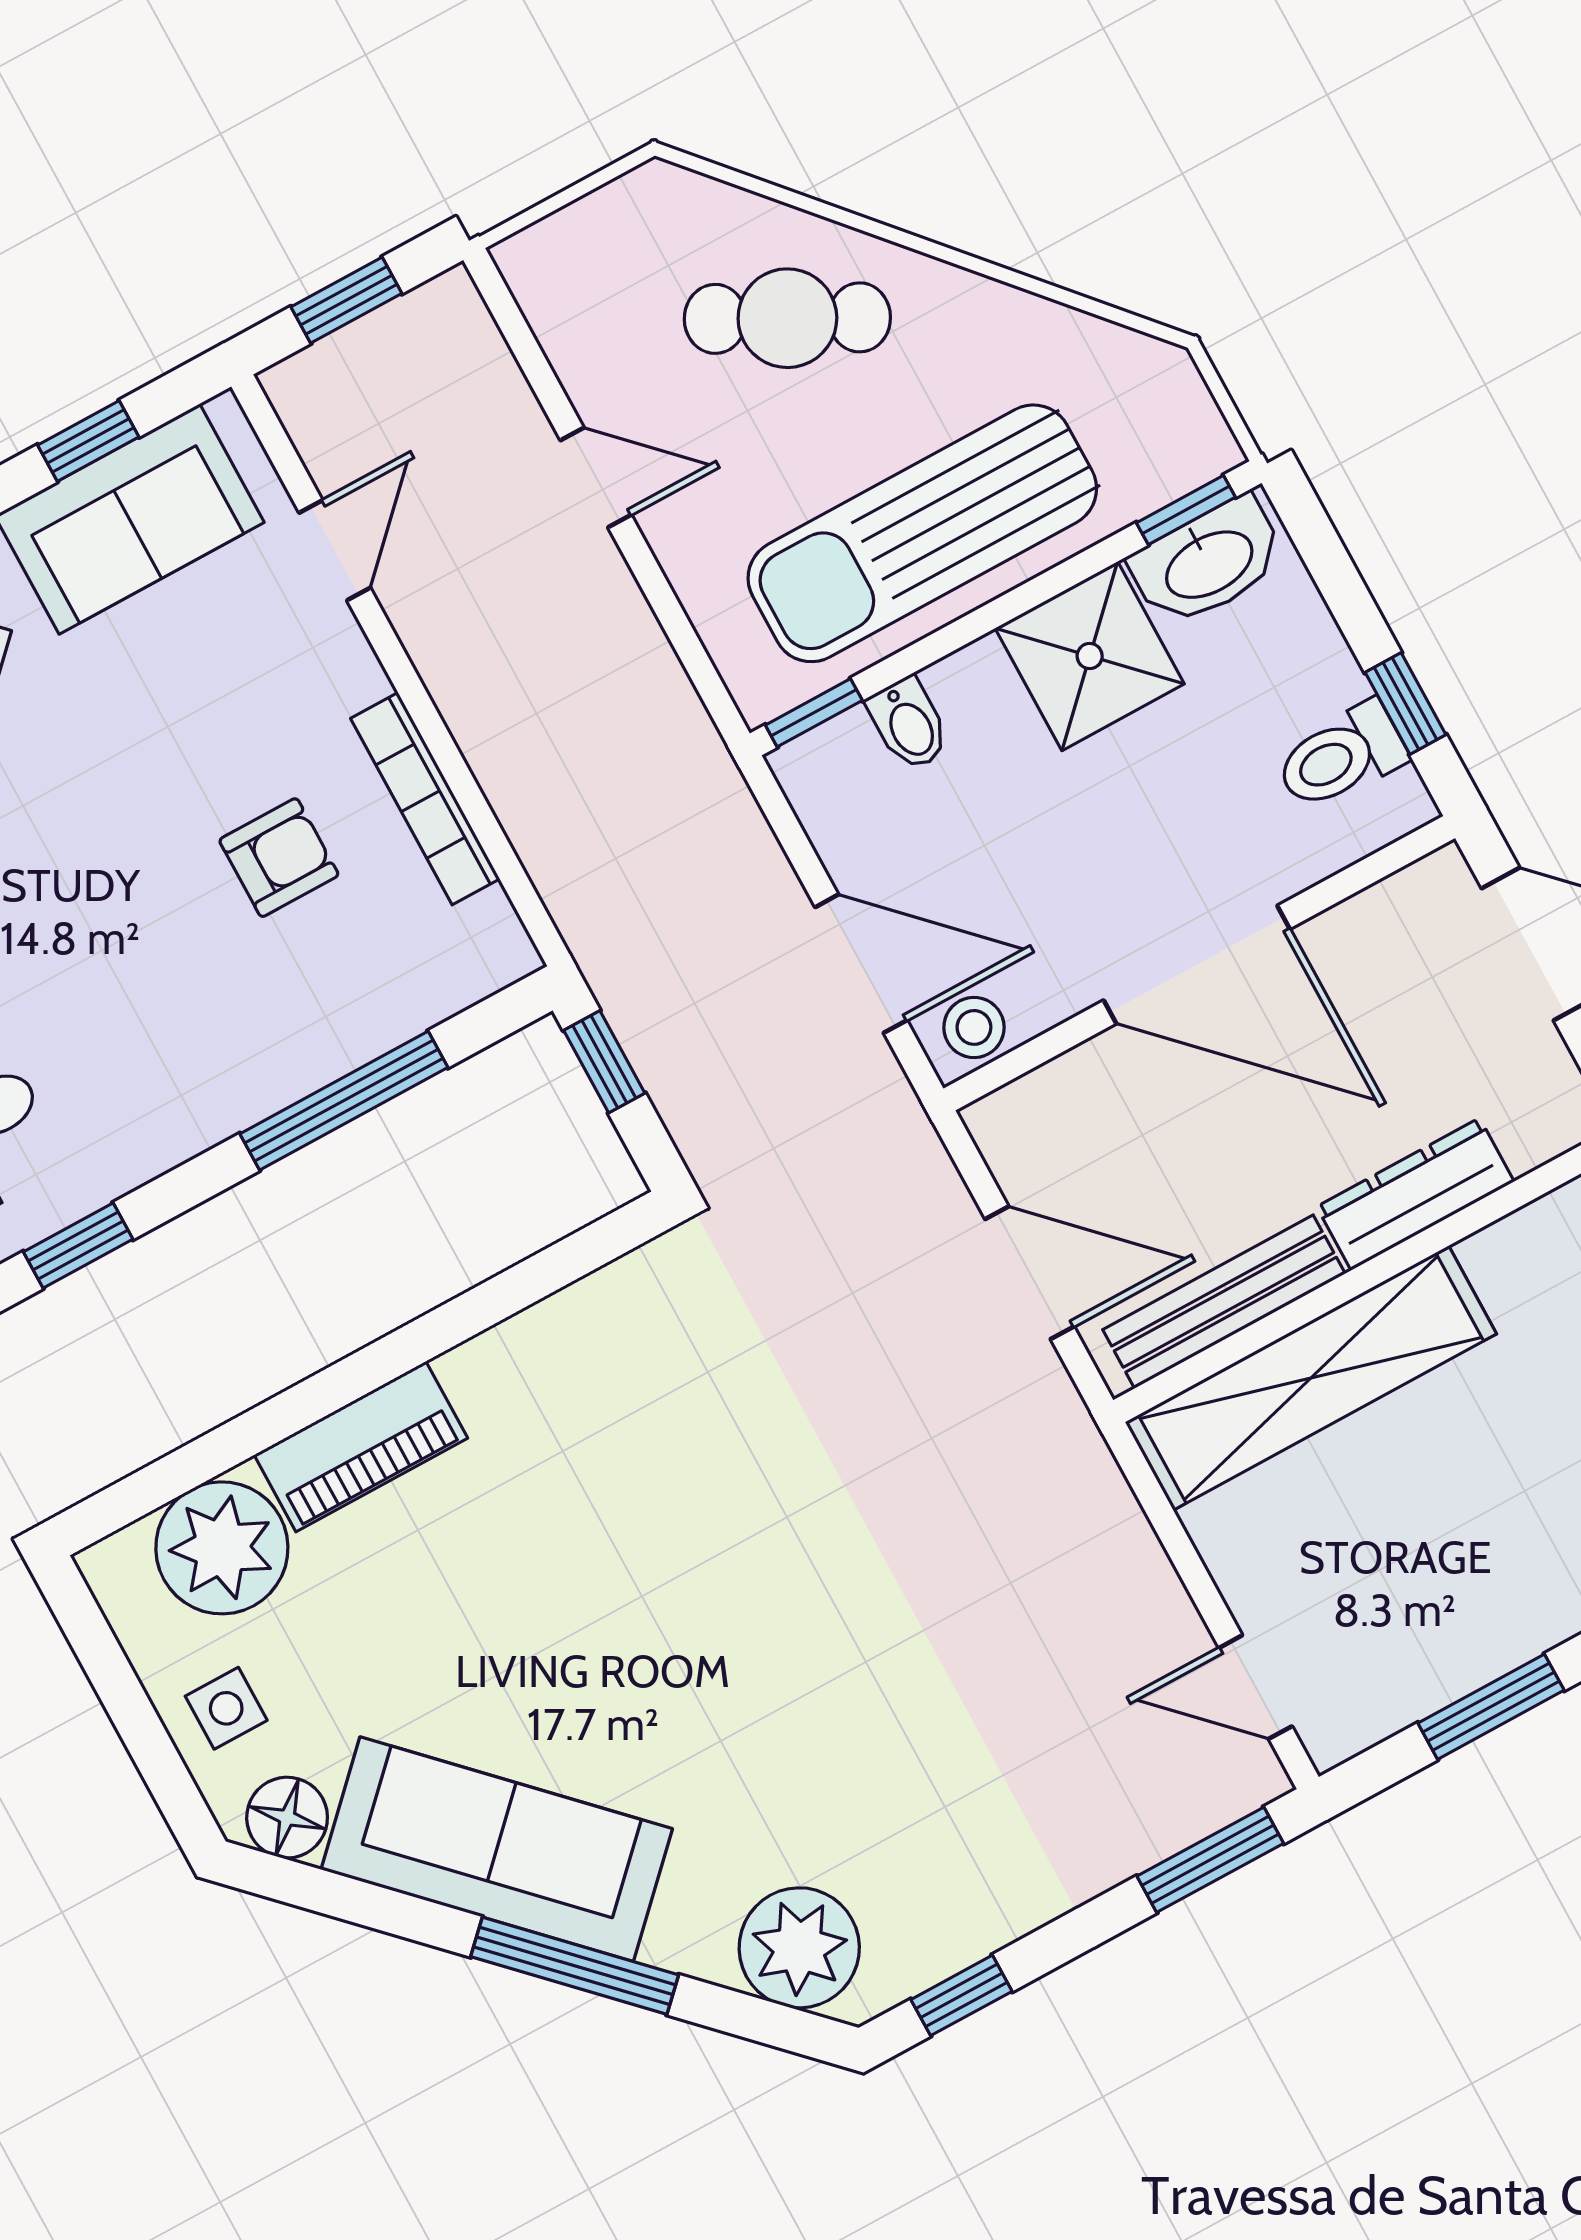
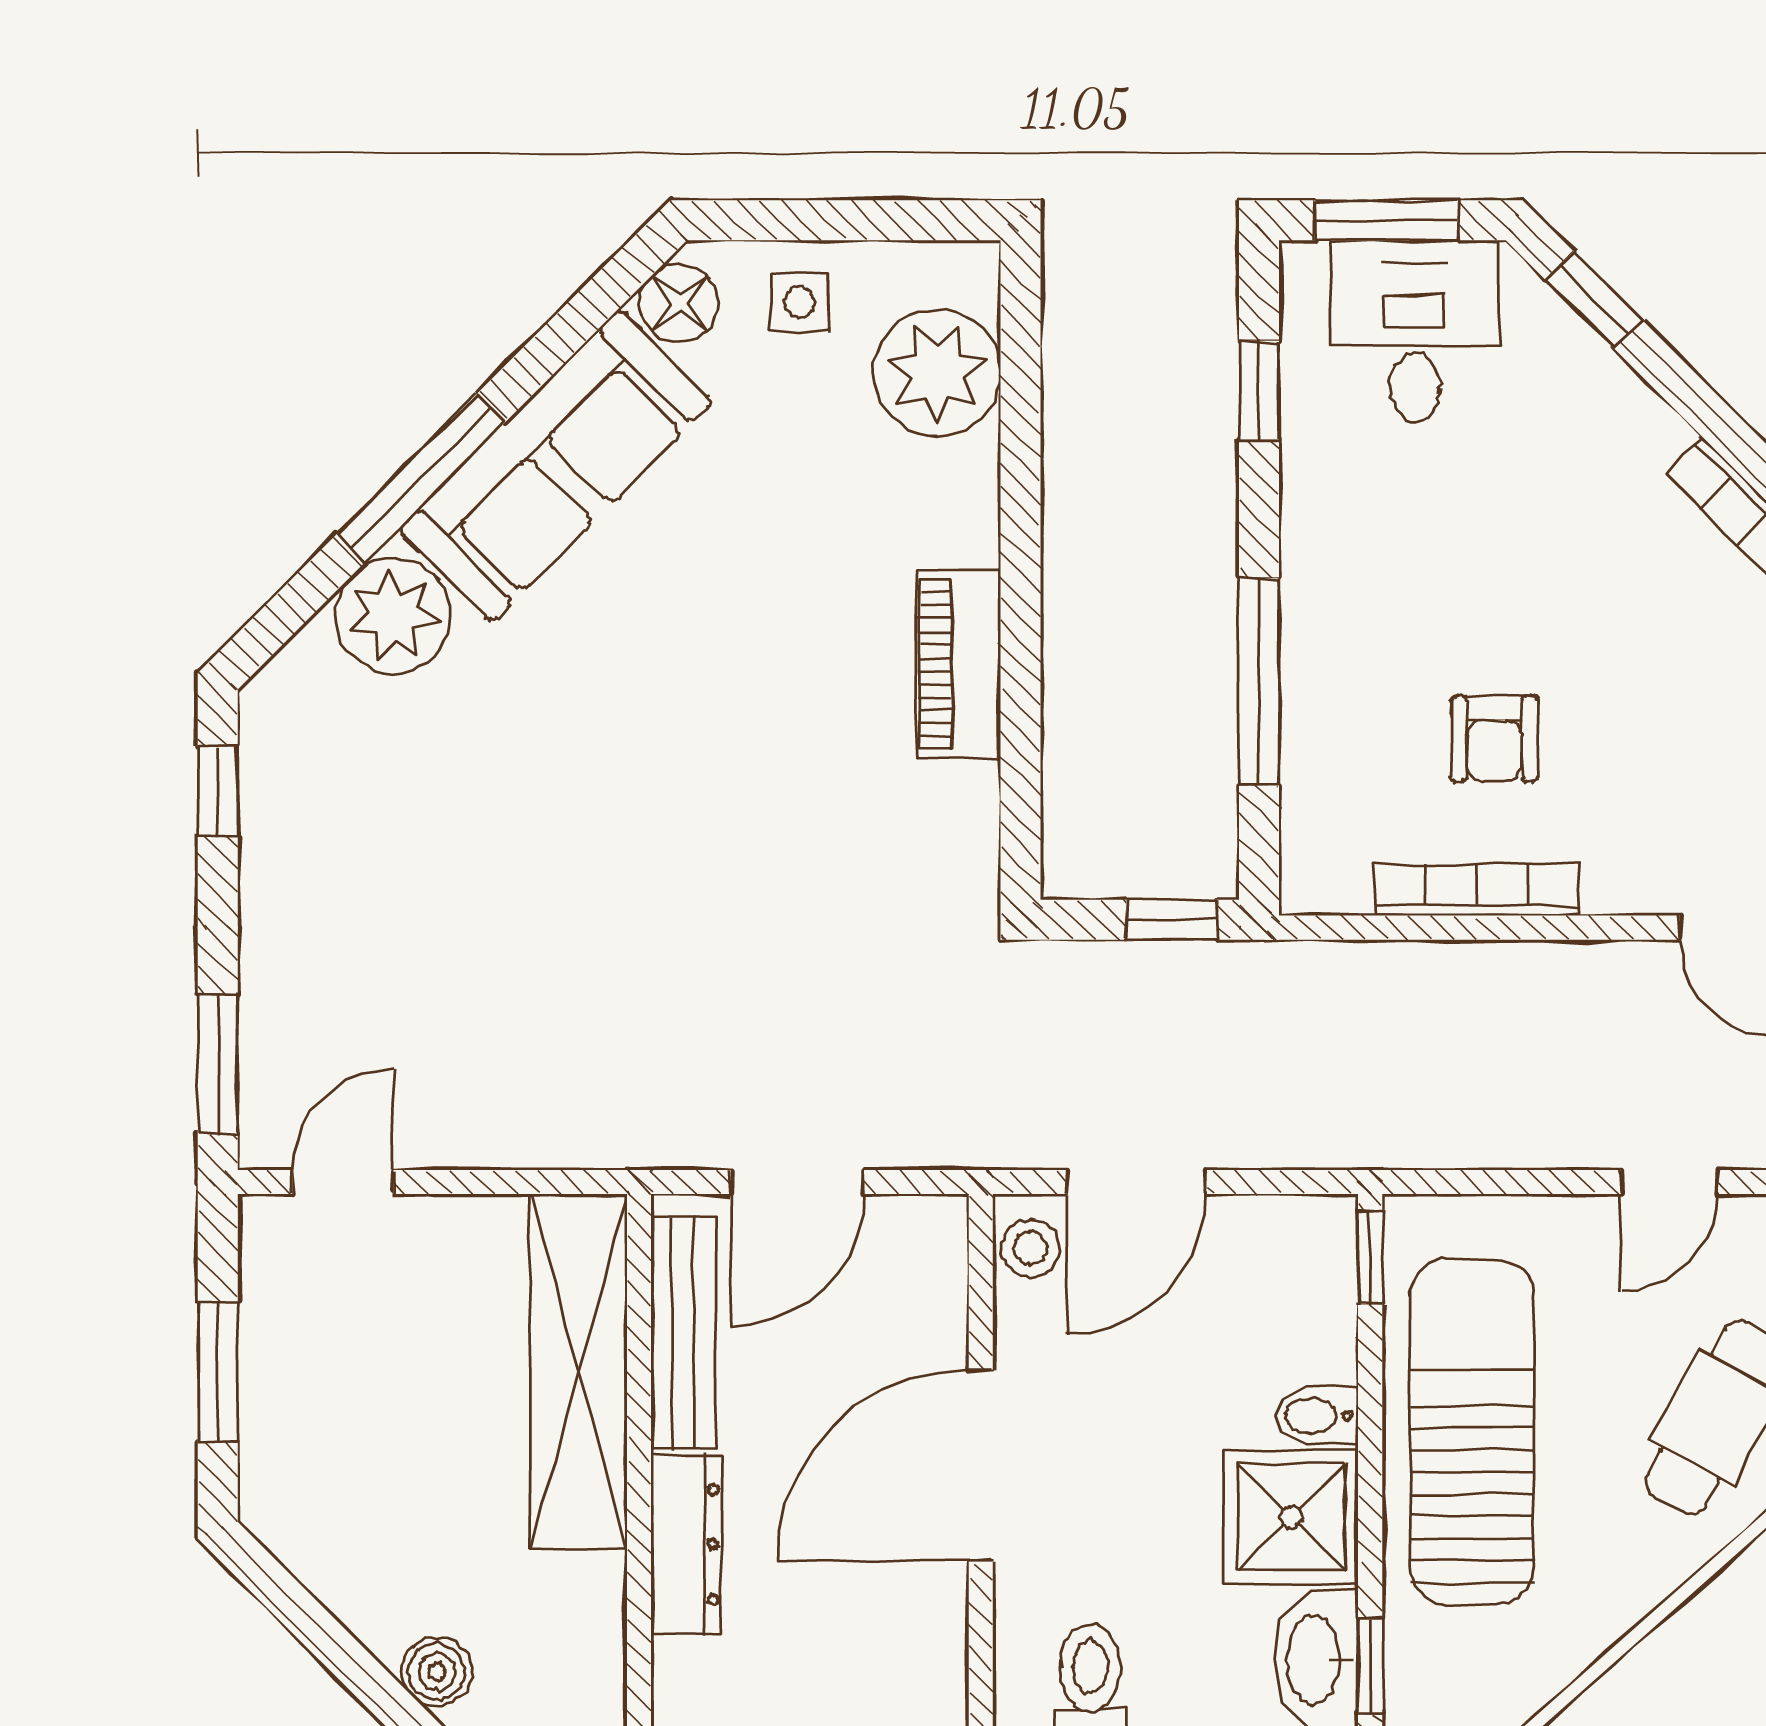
bidet: (909, 724) -> (1317, 1415), moved
piano: (361, 1447) -> (958, 664), moved
plant: (799, 1948) -> (393, 616), moved

